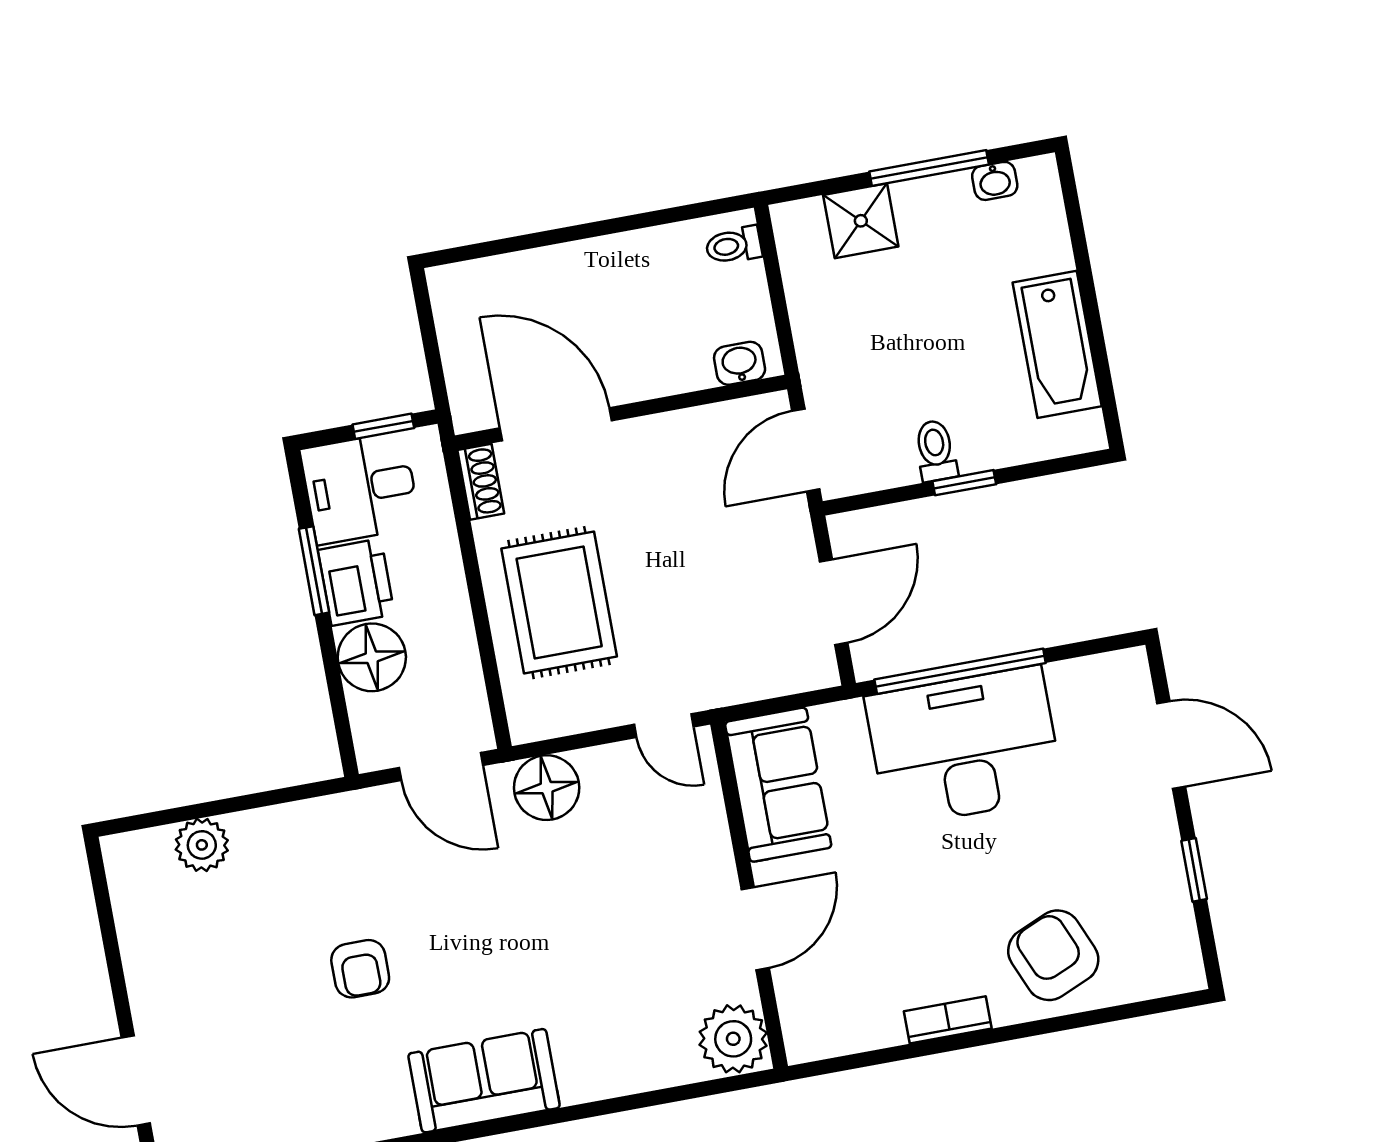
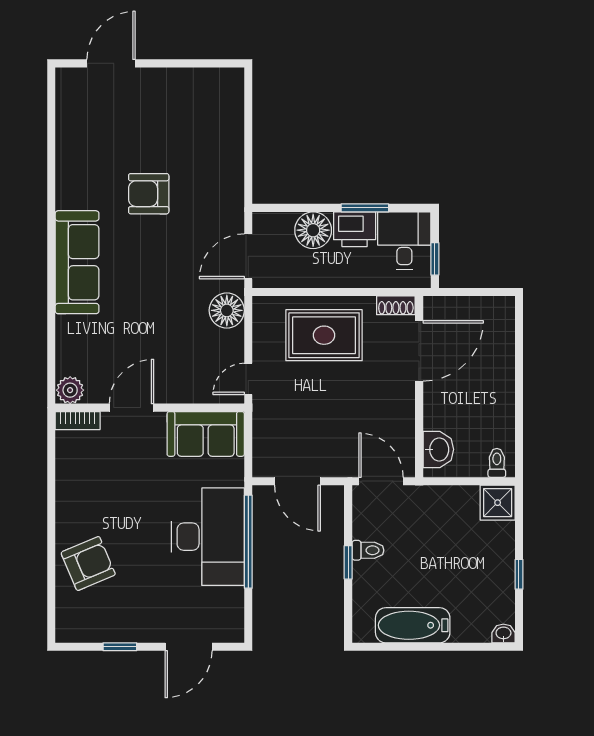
window: (929, 168) -> (519, 574), width x0.46
washbasin: (995, 181) -> (503, 633), moved, turned 90
shower: (861, 221) -> (498, 503), moved
washbasin: (740, 363) -> (438, 449), width x1.38, depth x1.45
plant: (202, 845) -> (230, 122), removed
door: (755, 929) -> (131, 408), swing flipped
armchair: (360, 969) -> (149, 194), width x1.38, depth x1.38
bookcase: (948, 1020) -> (78, 421), moved, turned 90
plant: (733, 1039) -> (70, 390), width x0.73, depth x0.73
sofa: (484, 1081) -> (77, 262), width x1.36

